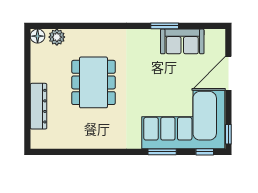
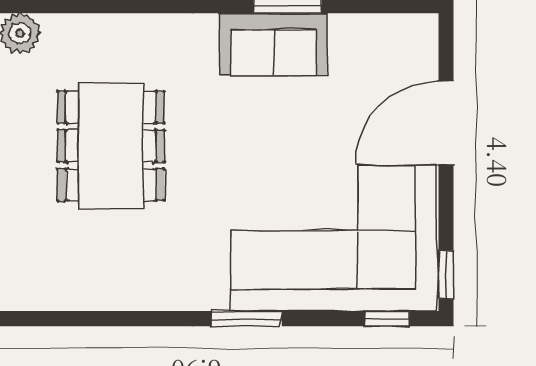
sofa: (182, 41) -> (274, 44), moved
window: (162, 152) -> (247, 319), moved

